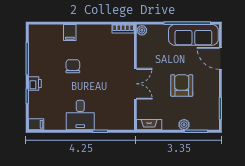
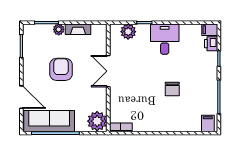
plant: (142, 30) -> (97, 121), width x1.88, depth x1.88
filing cabinet: (70, 32) -> (208, 124), moved
printer: (35, 83) -> (211, 44), moved
armchair: (182, 85) -> (61, 69), turned 180
plant: (116, 122) -> (128, 32), added
fireplace: (149, 125) -> (78, 29), moved

